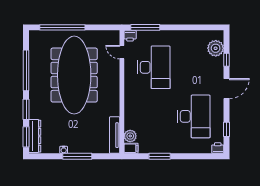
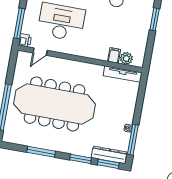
window: (26, 70) -> (41, 152), width x0.68
filing cabinet: (131, 148) -> (114, 55), moved
window: (77, 156) -> (133, 140), moved
window: (160, 156) -> (155, 19), moved

